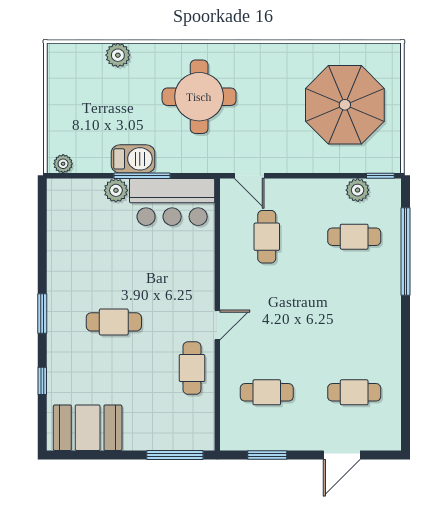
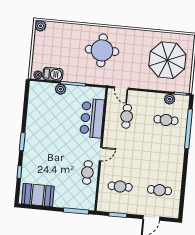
plant: (118, 55) -> (41, 26), moved
barbecue: (133, 159) -> (53, 74), moved
bar counter: (172, 202) -> (92, 118), moved, turned 90
cafe table: (114, 322) -> (54, 148), removed

